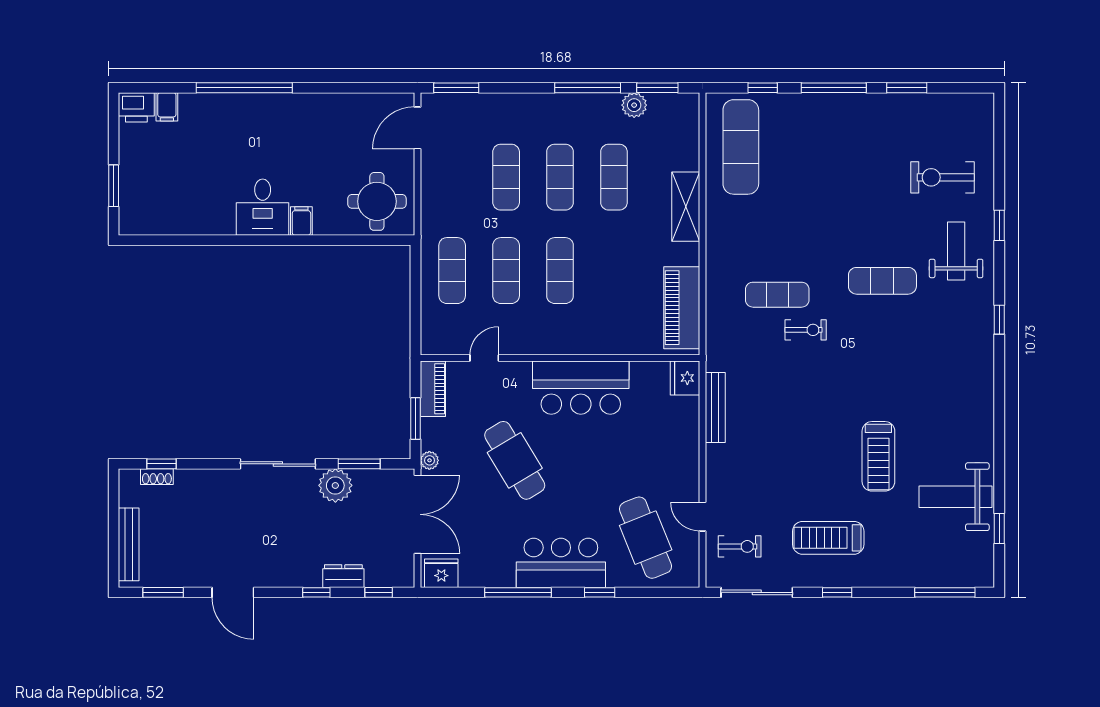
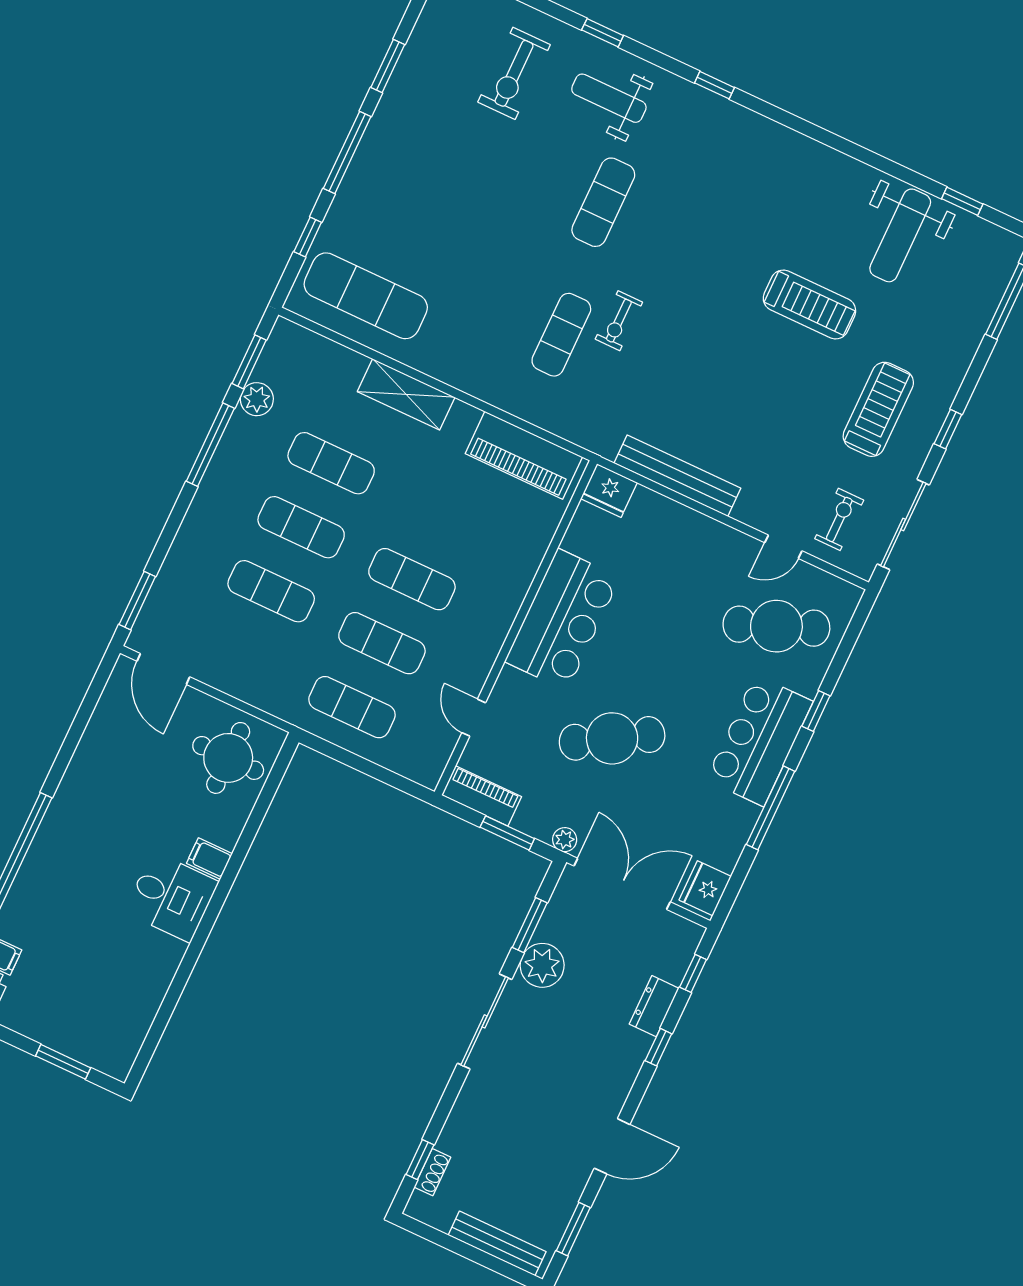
exercise bike: (806, 330) -> (619, 321), turned 180
bench: (715, 408) -> (677, 476), width x1.37, depth x1.21
treadmill: (828, 538) -> (878, 409), turned 180

